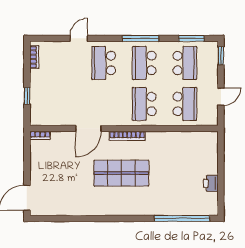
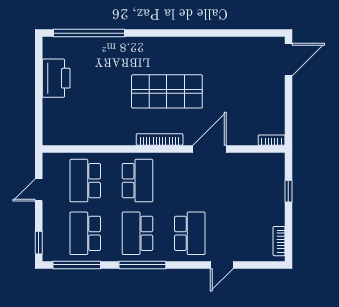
window: (191, 38) -> (77, 265), width x1.44
school desk: (144, 63) -> (137, 233), turned 180
printer: (211, 183) -> (56, 78), width x1.87, depth x1.48

